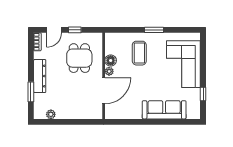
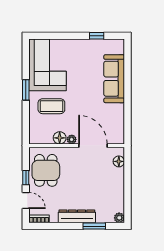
dining table: (79, 58) -> (46, 170), moved, turned 90
corner sofa: (183, 64) -> (47, 65), moved, turned -90
plant: (51, 114) -> (119, 218), moved
floor lamp: (89, 114) -> (119, 161), added

